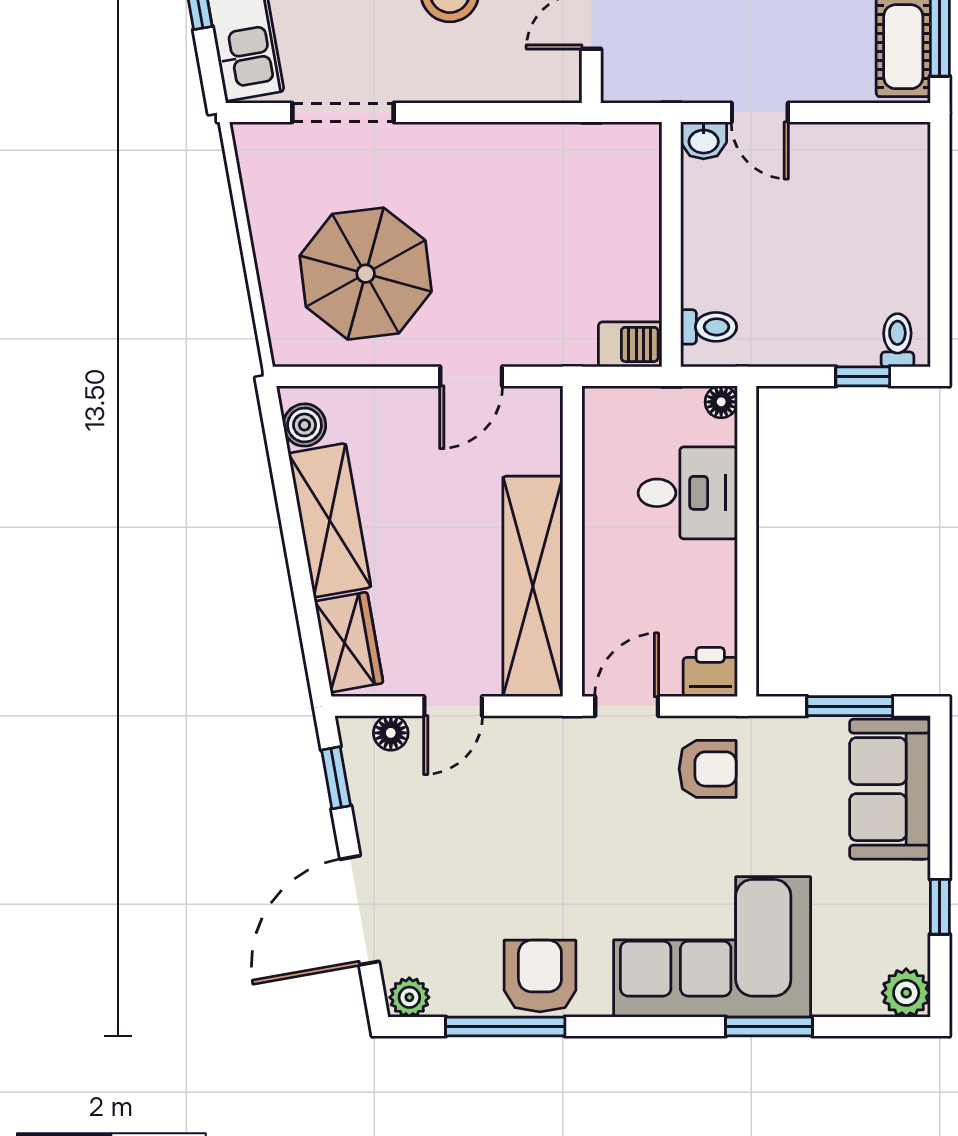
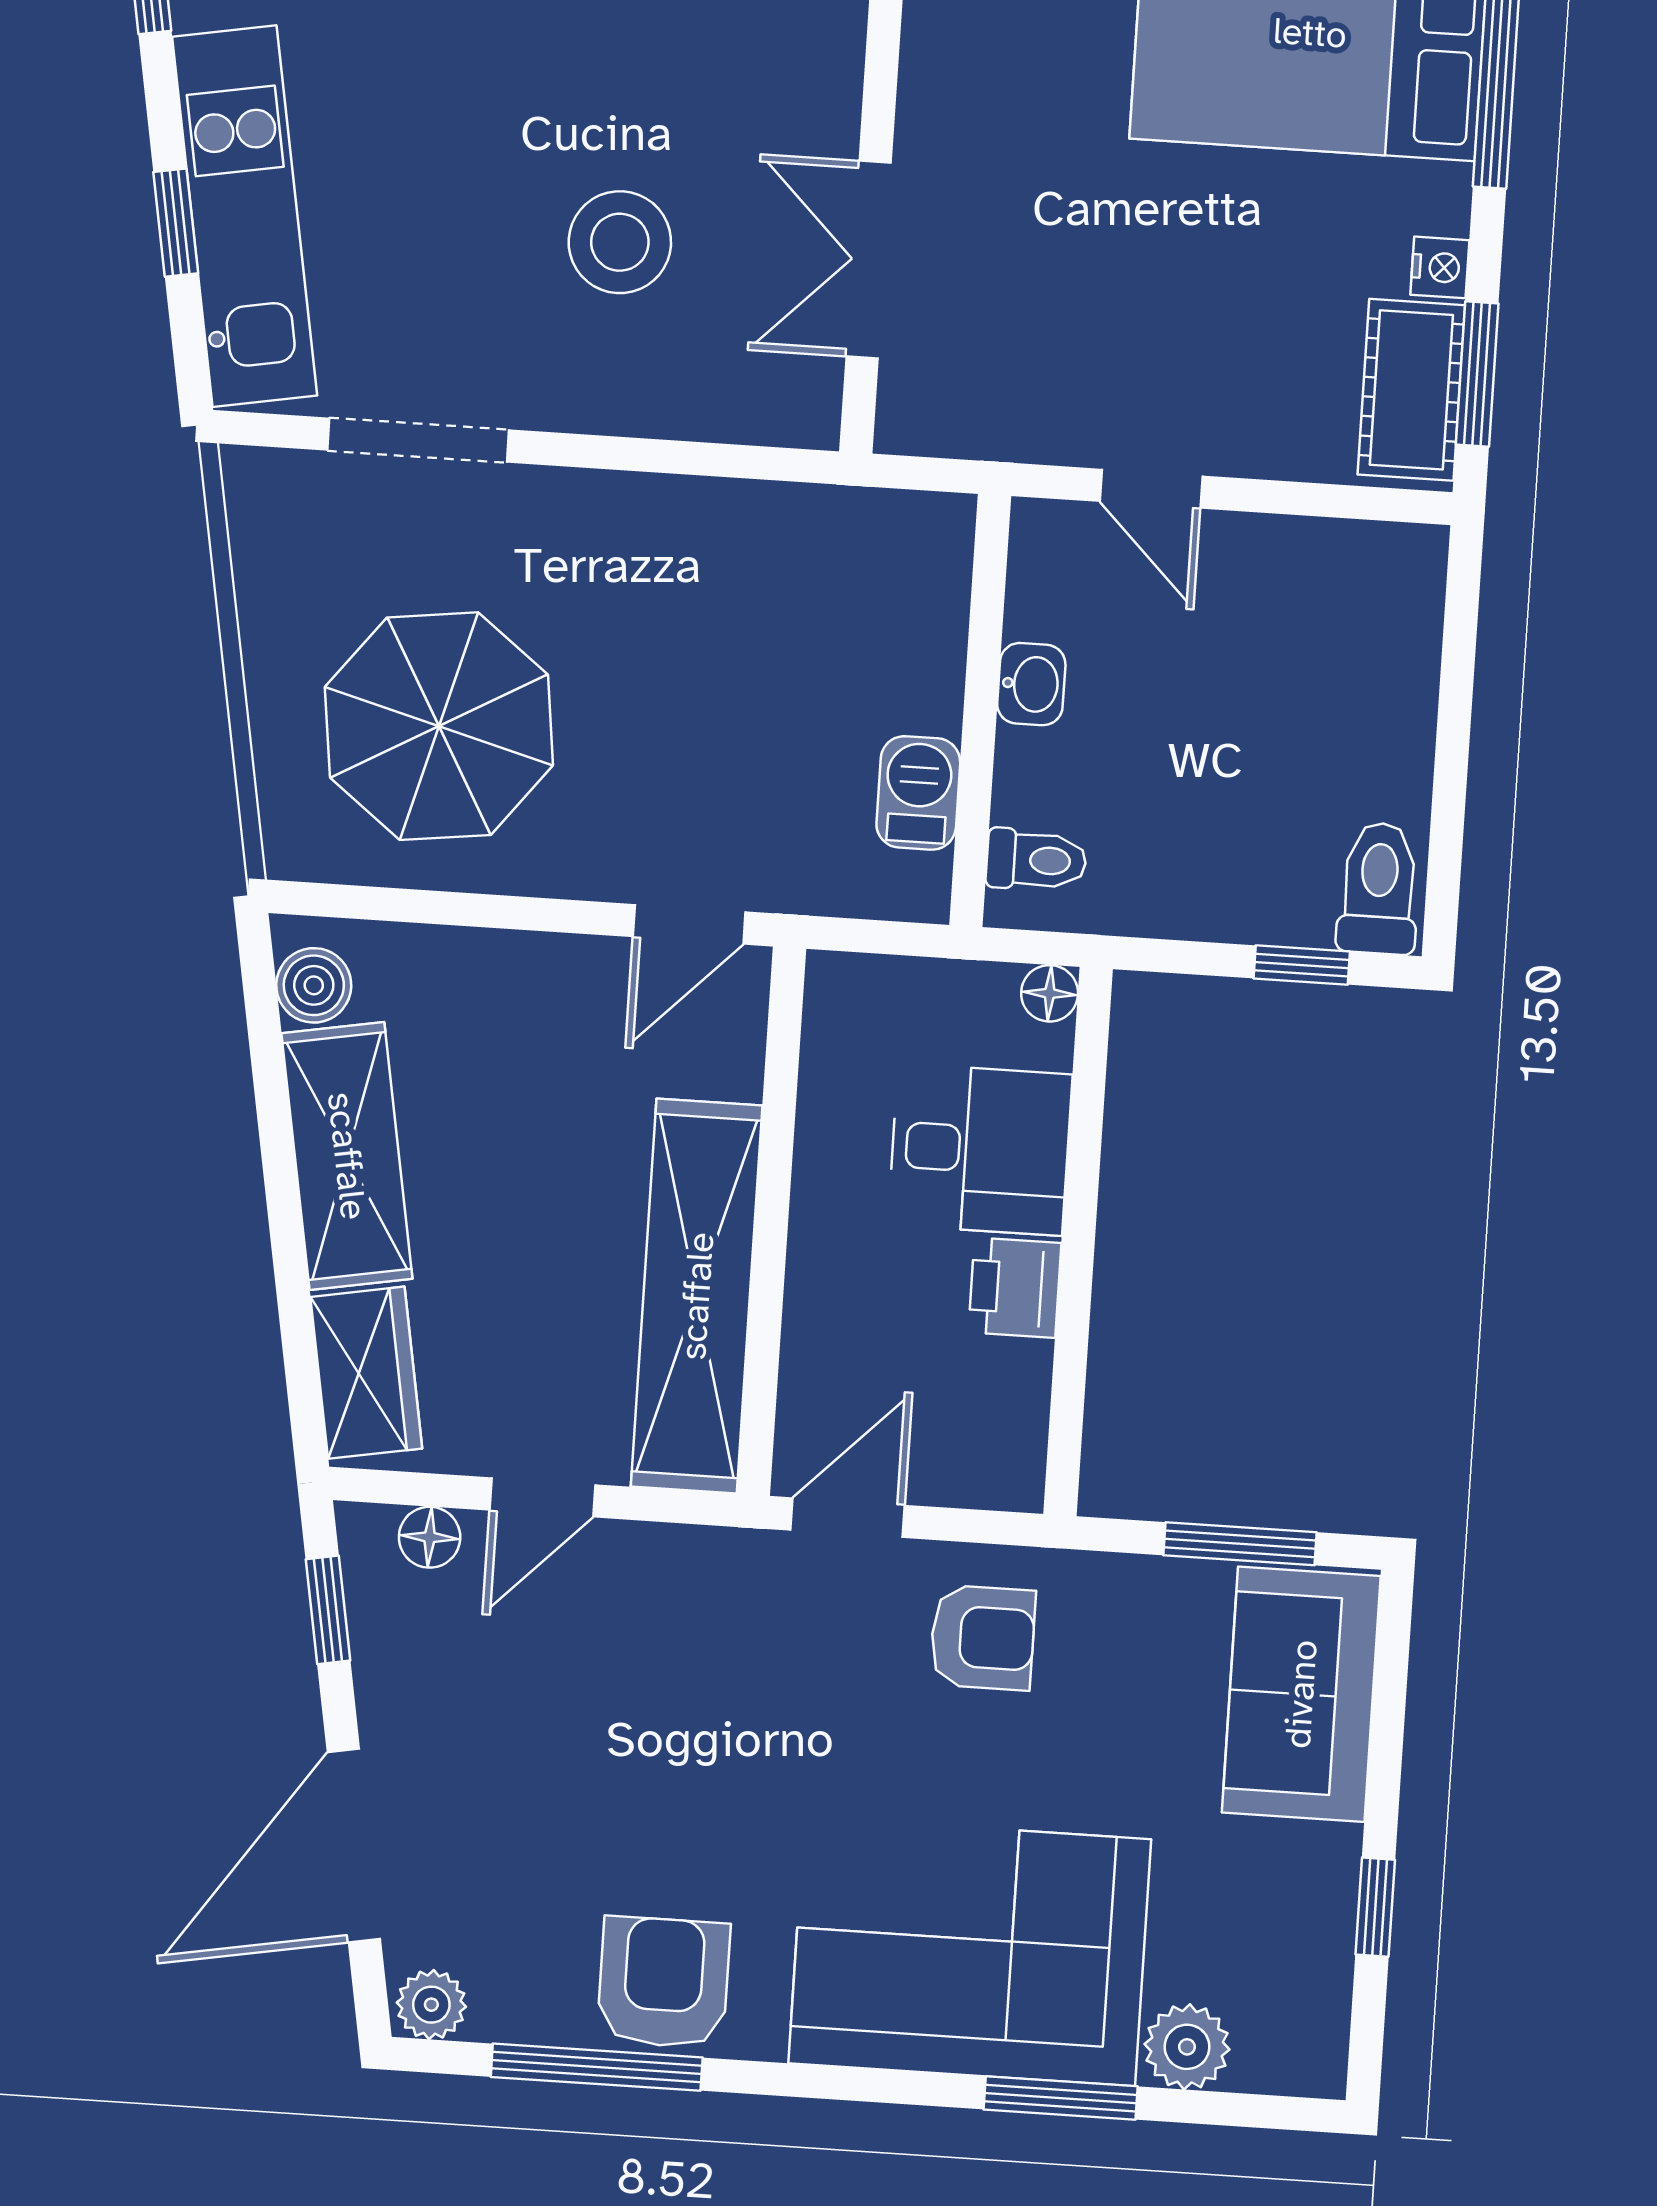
washbasin: (704, 140) -> (1031, 684), moved, turned -90
toilet: (897, 340) -> (1379, 888), width x1.37, depth x1.39
barbecue: (630, 344) -> (918, 793), moved, turned -90
door: (471, 376) -> (689, 924), moved
printer: (710, 672) -> (1015, 1288), moved, turned -90
plant: (906, 993) -> (1187, 2047), moved

